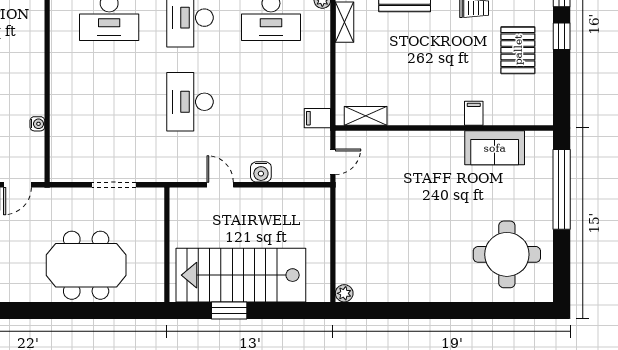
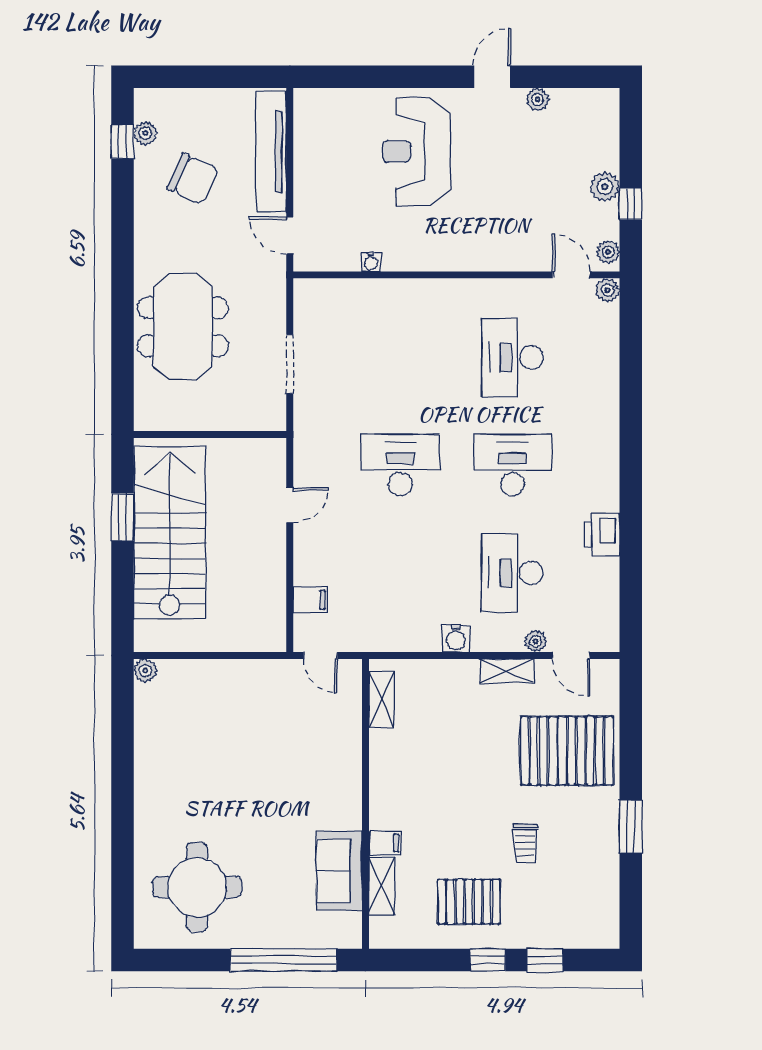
shelving: (506, 116) -> (382, 886), added
filing cabinet: (317, 118) -> (310, 600), moved, turned 90
water cooler: (261, 172) -> (456, 638), moved, turned -90

